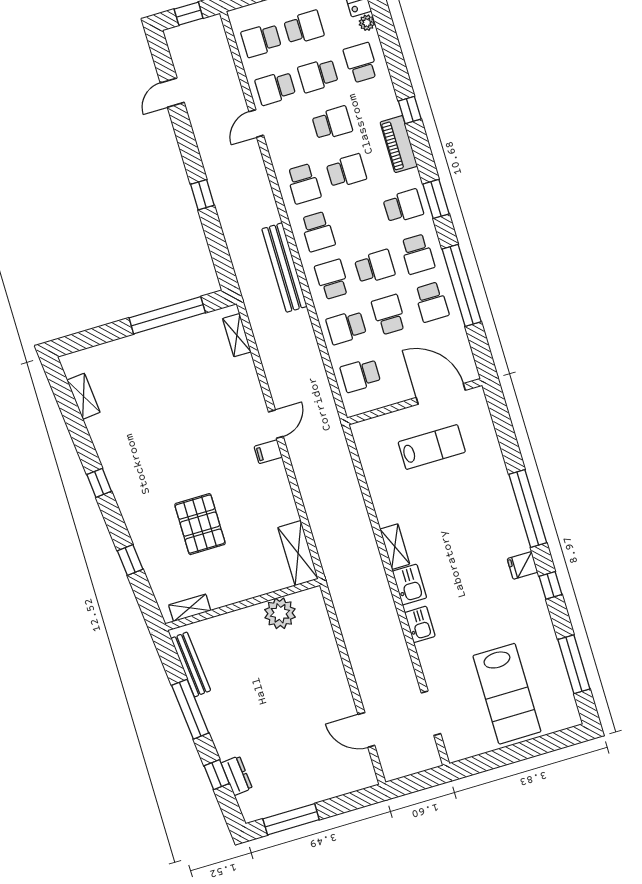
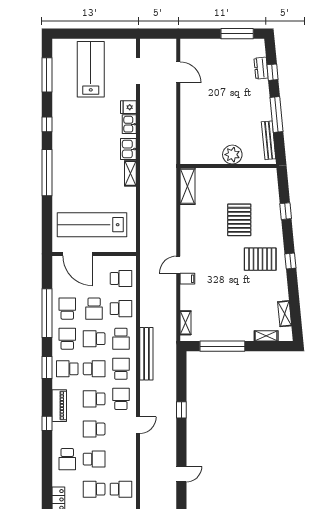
plant: (367, 23) -> (57, 481), removed
school desk: (275, 88) -> (94, 369), moved
door: (256, 123) -> (138, 425), moved
lab bench: (432, 447) -> (92, 225), width x1.86, depth x1.39
filing cabinet: (268, 452) -> (187, 279), moved
pallet: (148, 472) -> (260, 259), added
fridge: (522, 565) -> (128, 107), moved, turned 180
shelving: (190, 608) -> (266, 336), moved
plant: (280, 613) -> (232, 155), moved

